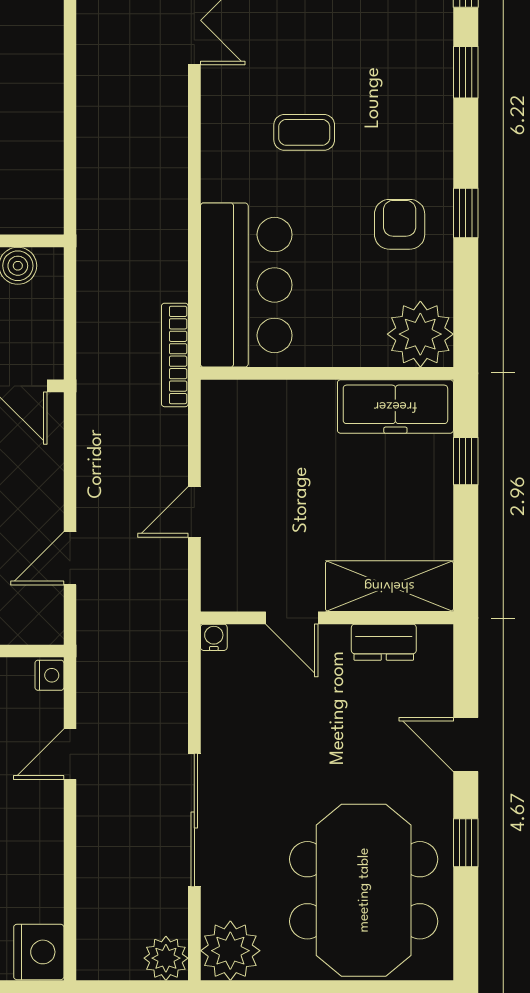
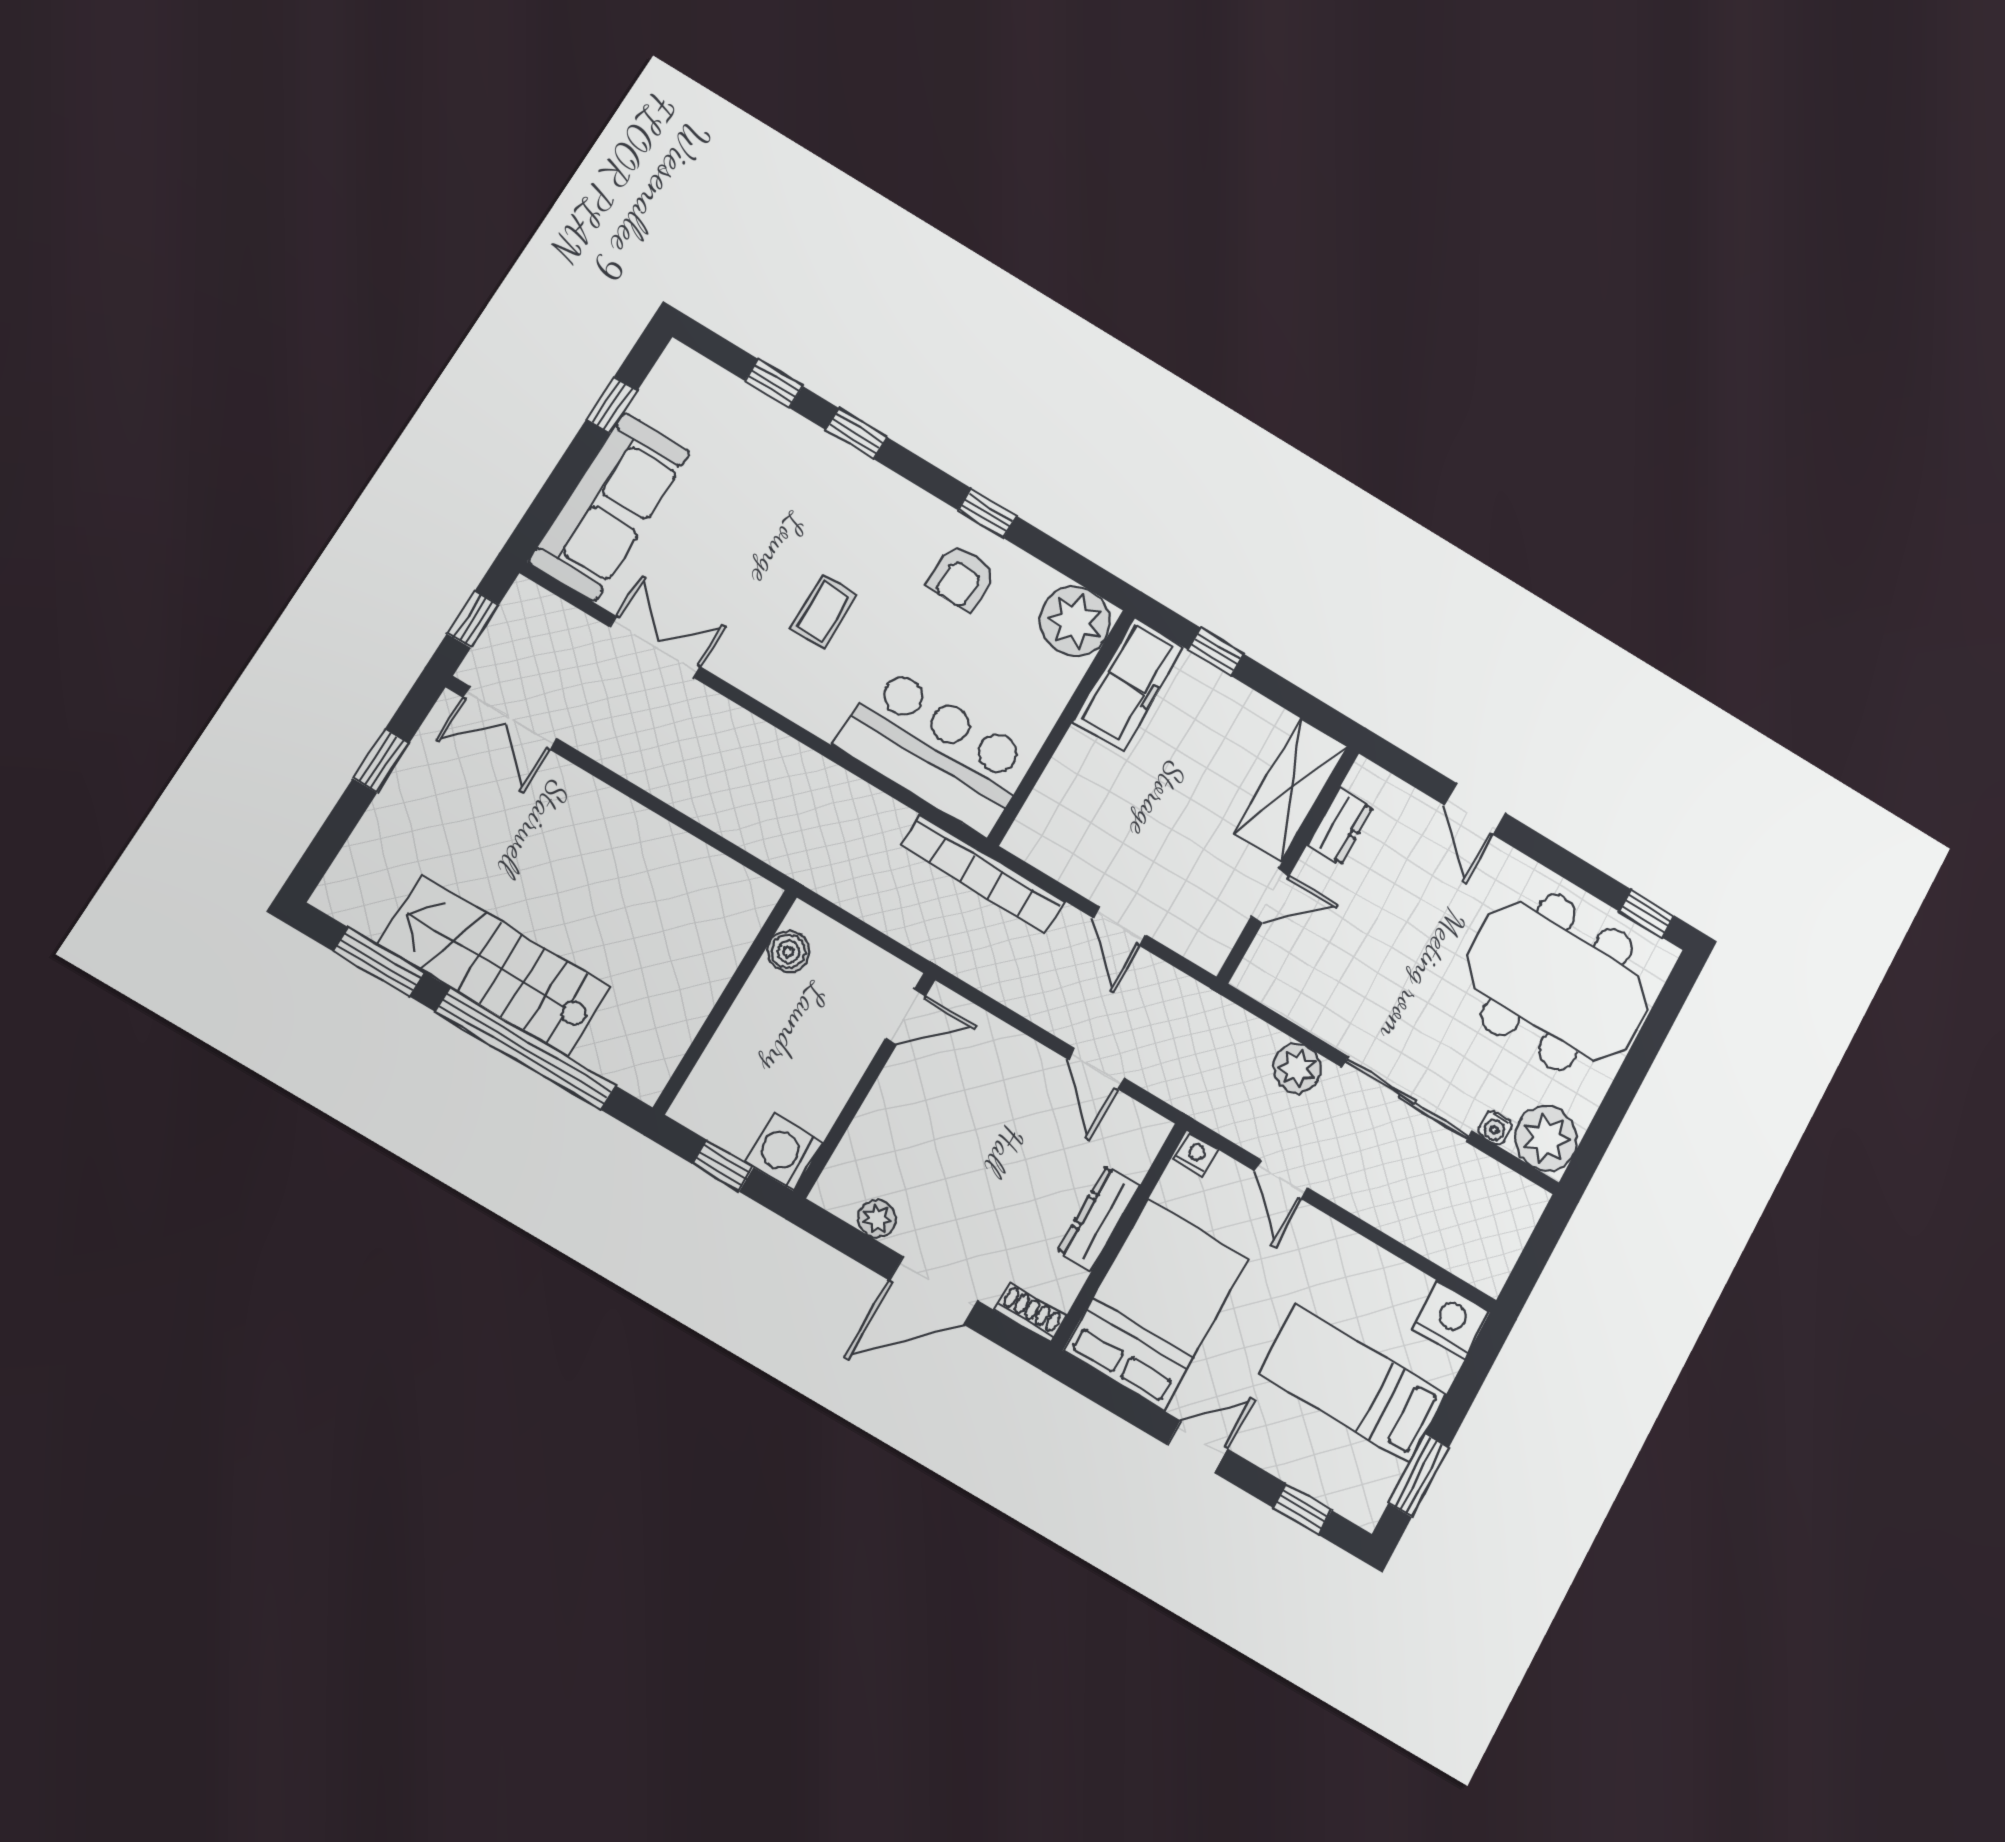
armchair: (400, 224) -> (962, 578), turned -89
bookcase: (175, 355) -> (983, 874), width x1.48, depth x1.31
water cooler: (214, 637) -> (1495, 1128), moved, turned -90
door: (466, 744) -> (1475, 809), hinge flipped
window: (466, 843) -> (1647, 913), moved
plant: (166, 958) -> (1297, 1068), moved

